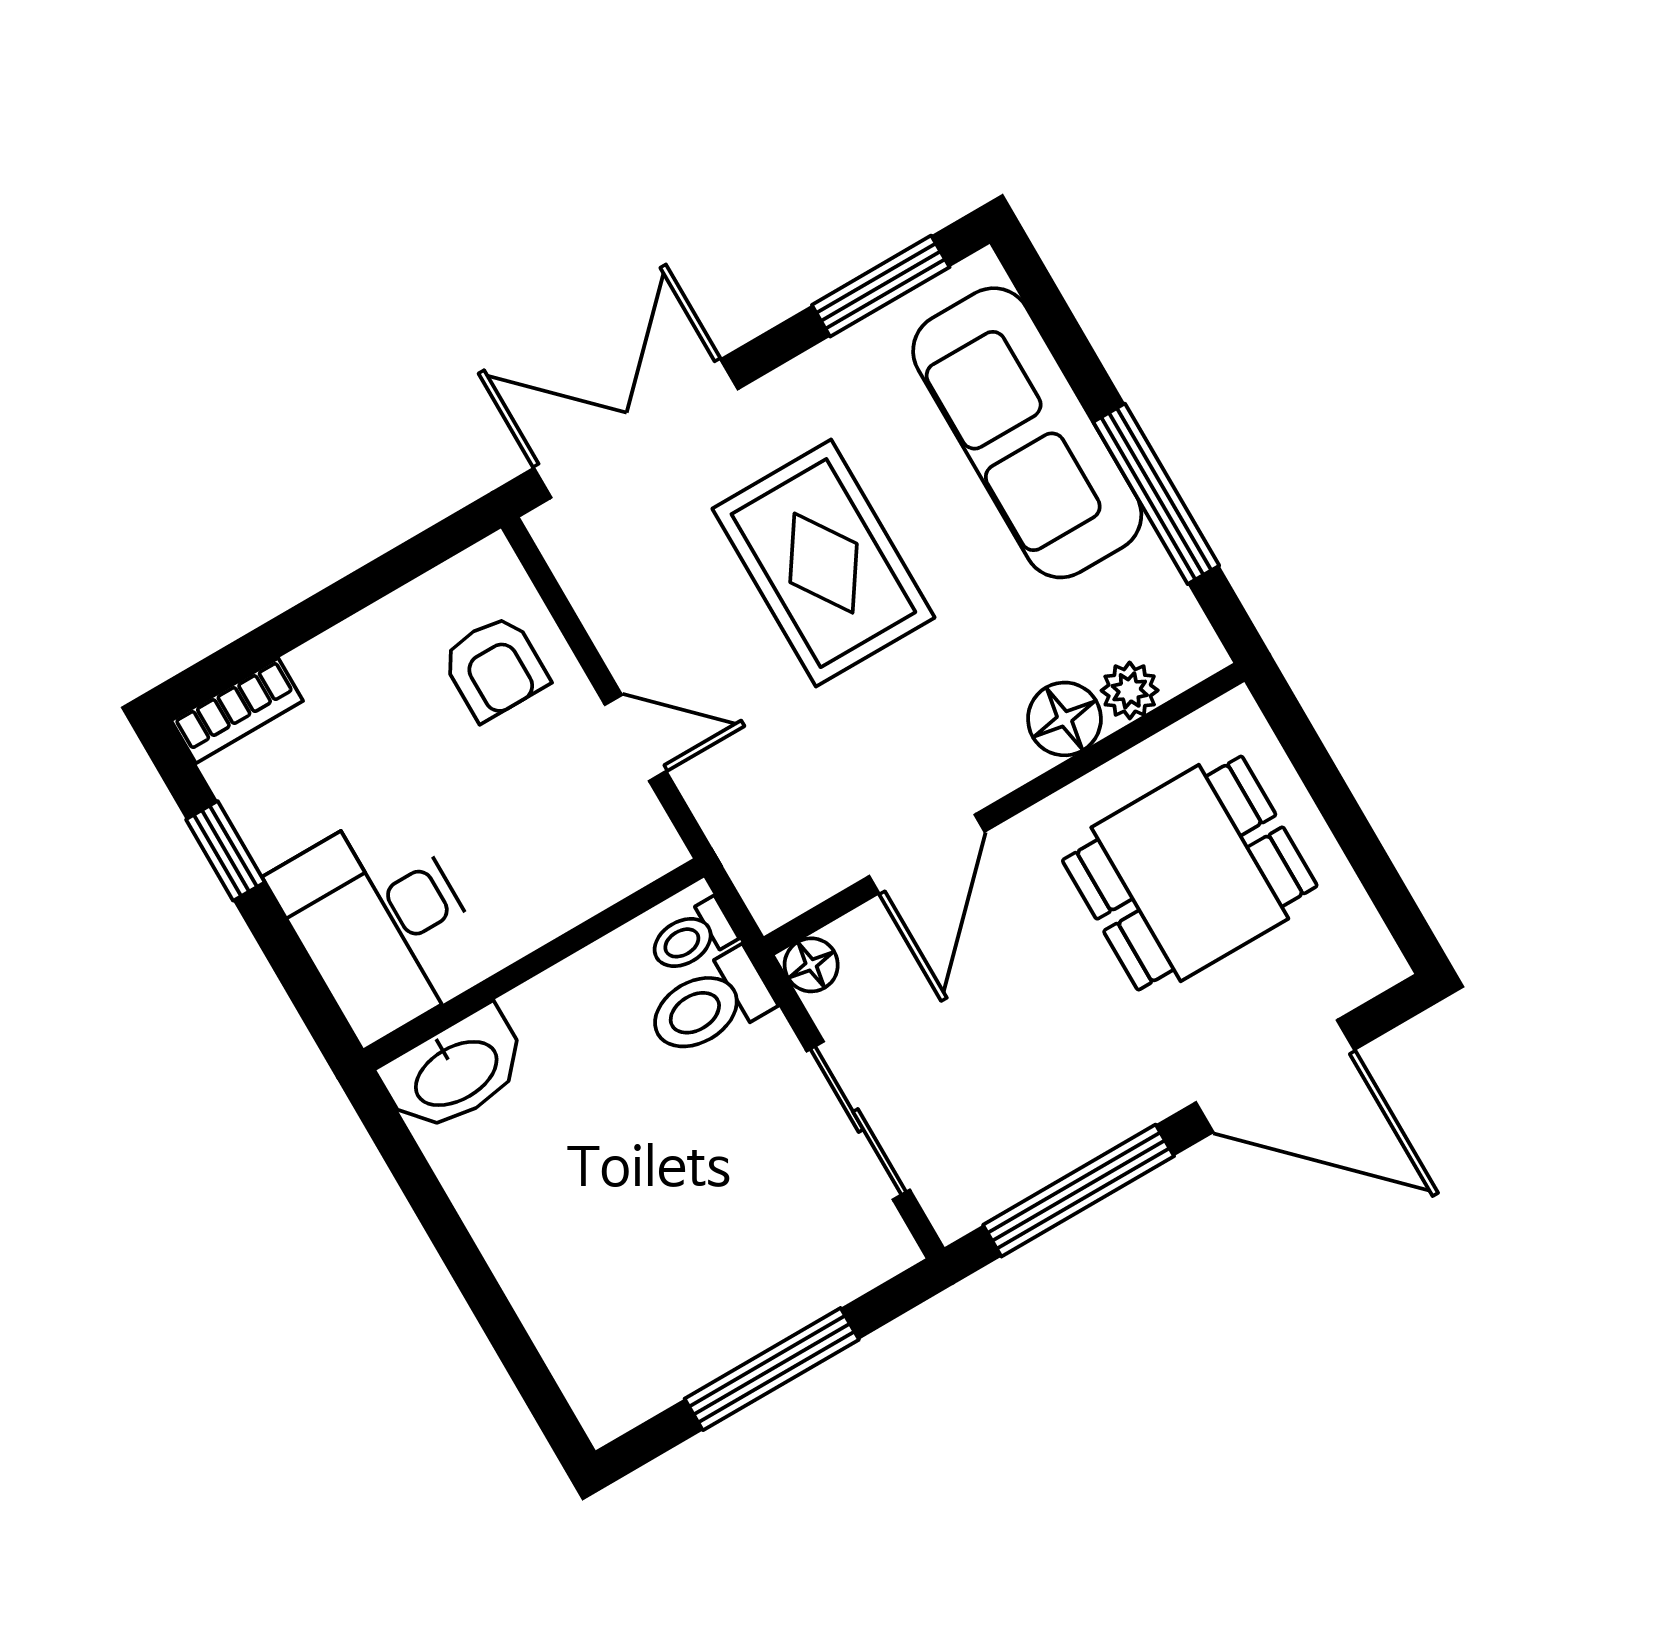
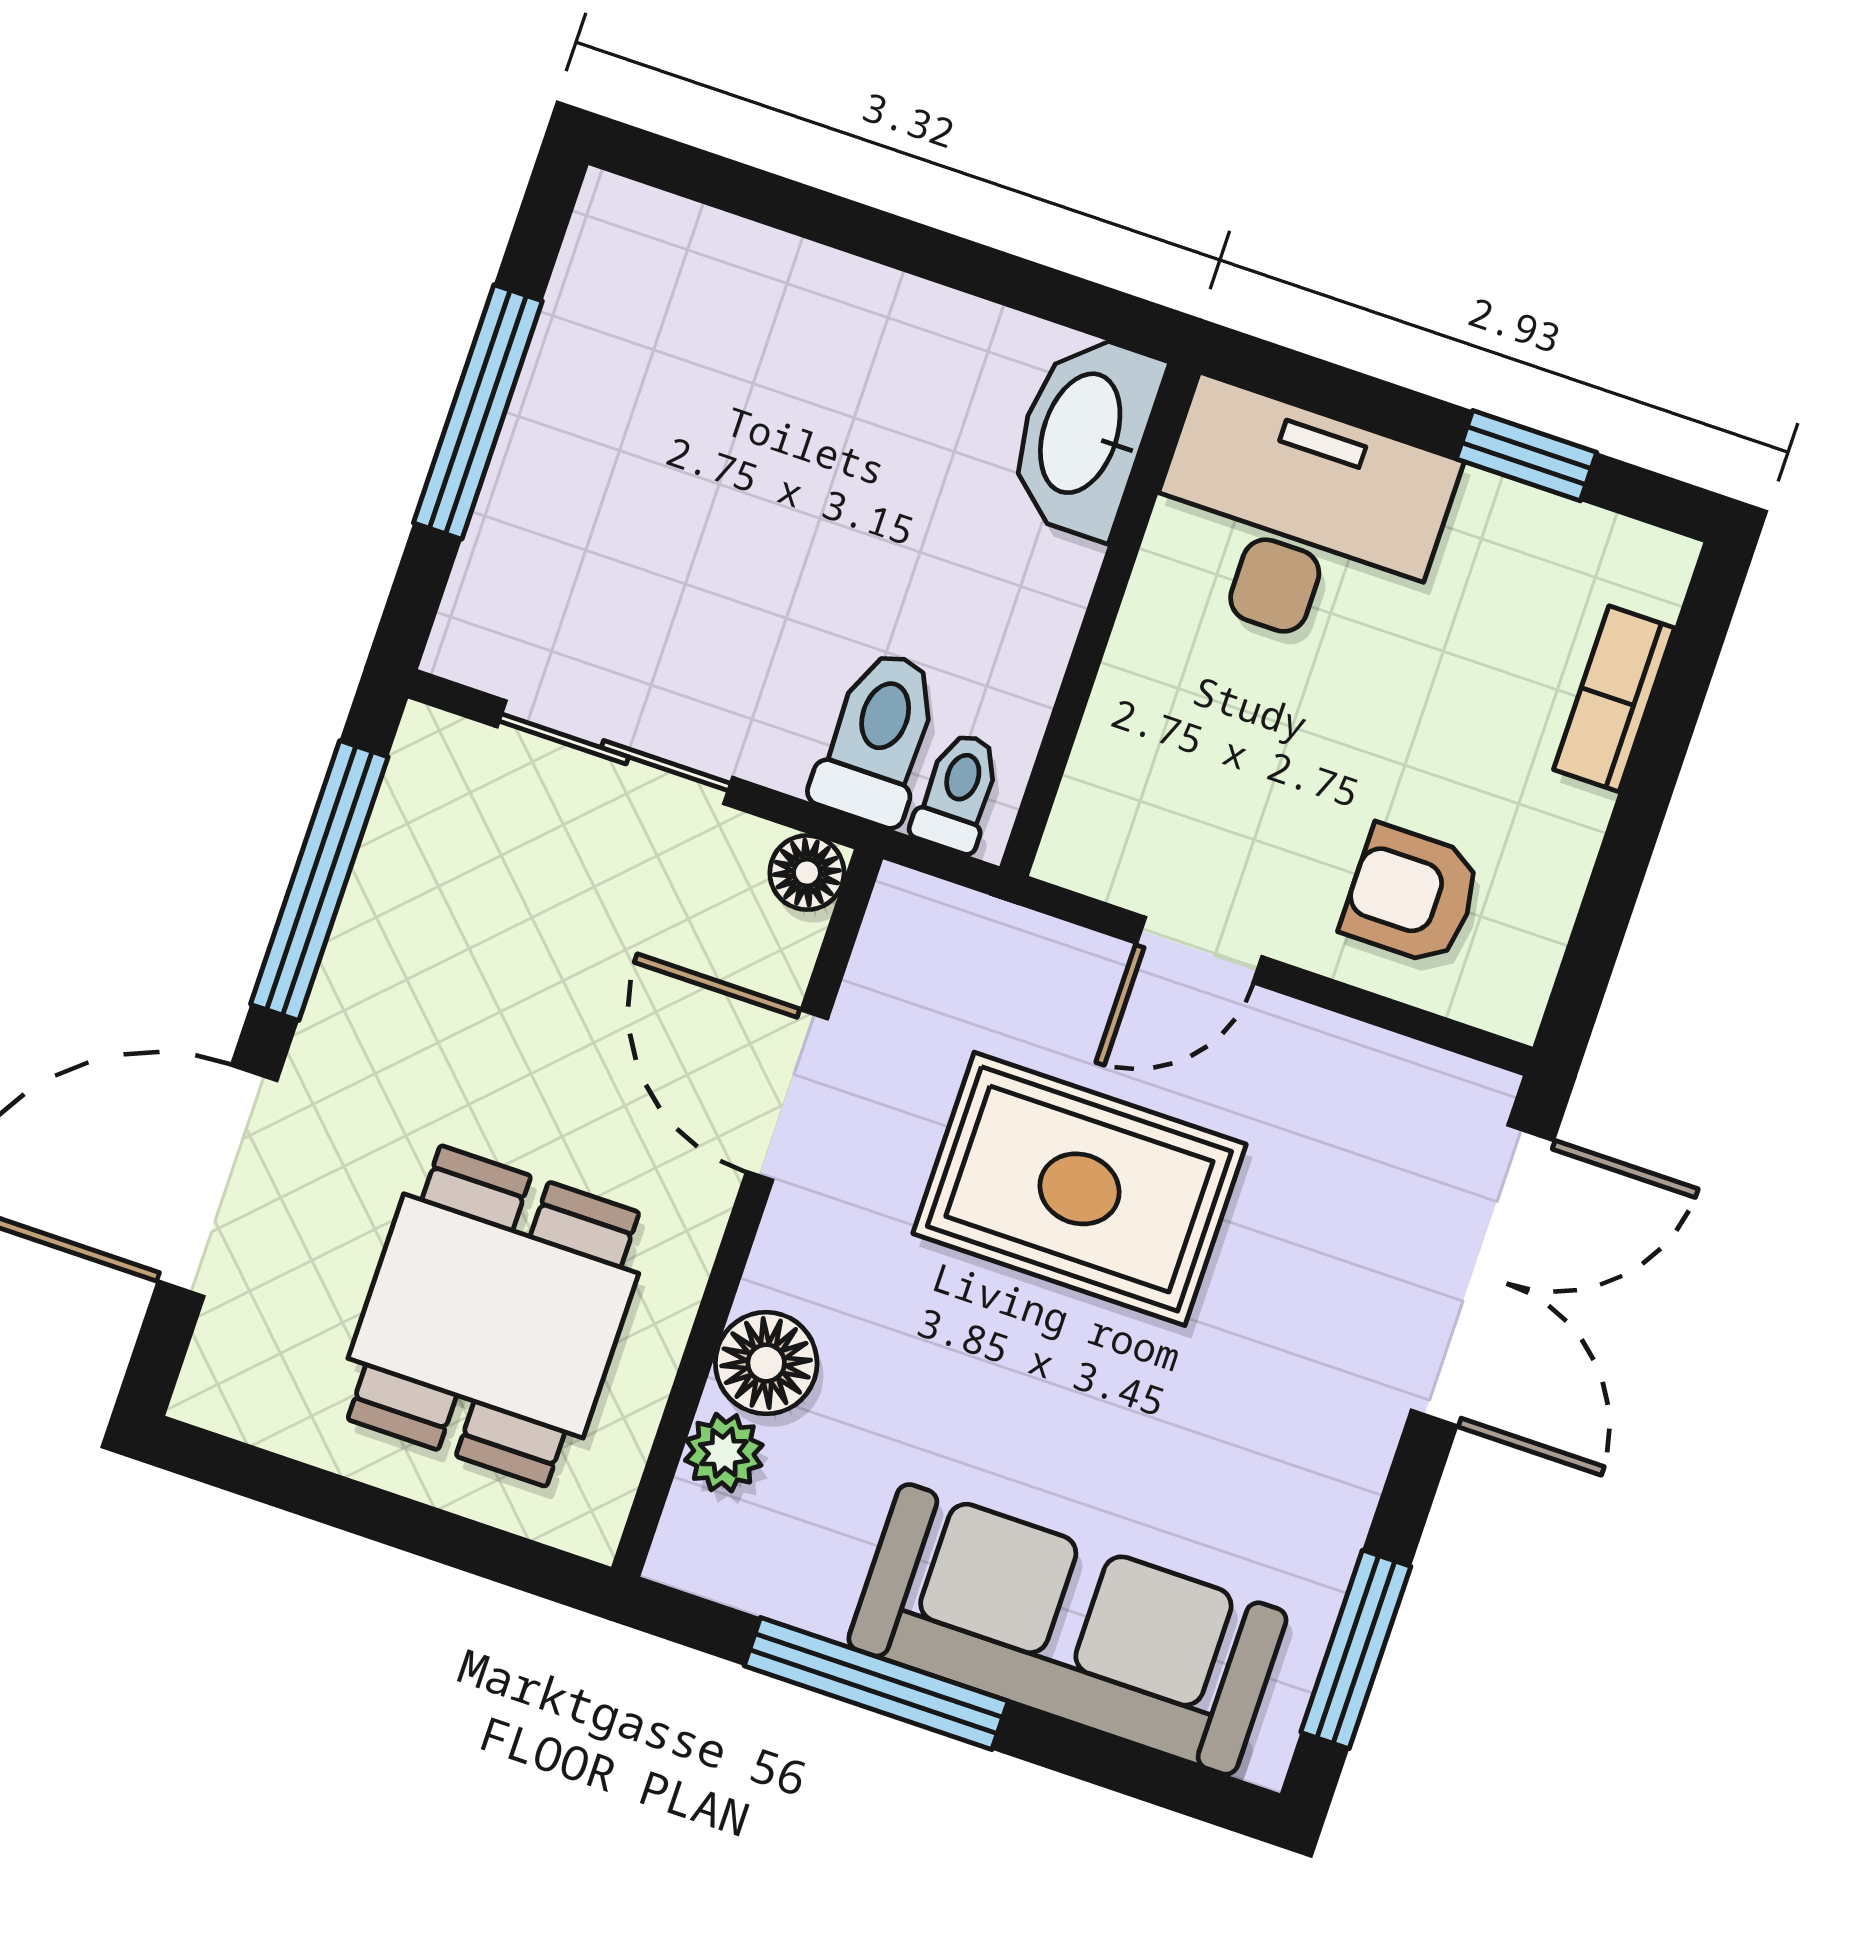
rug: (823, 563) -> (1079, 1189), moved
bookcase: (237, 711) -> (1614, 699), moved

